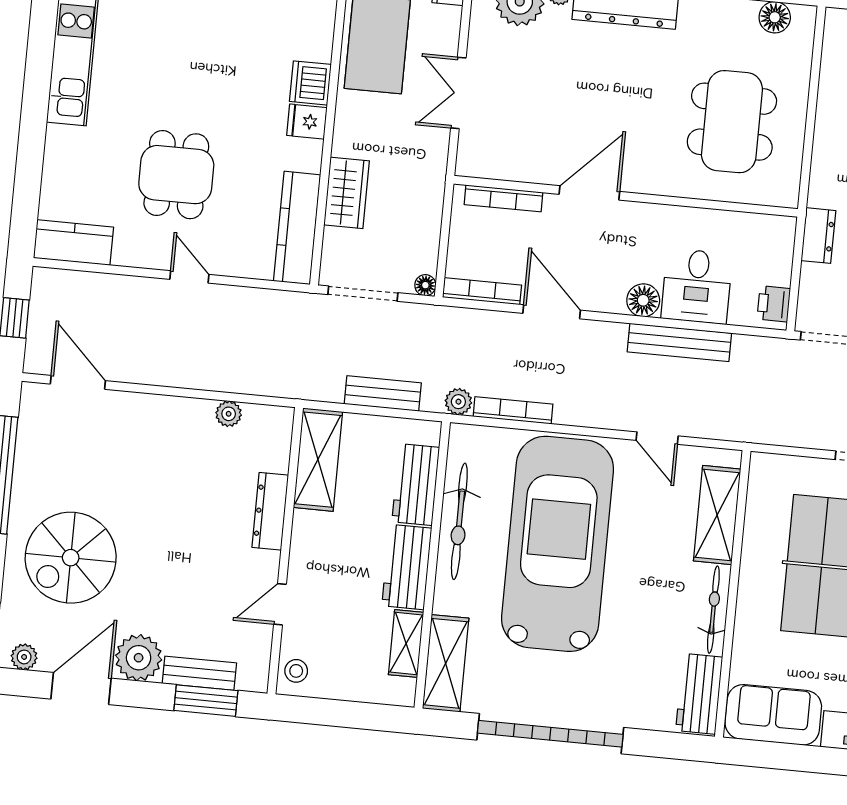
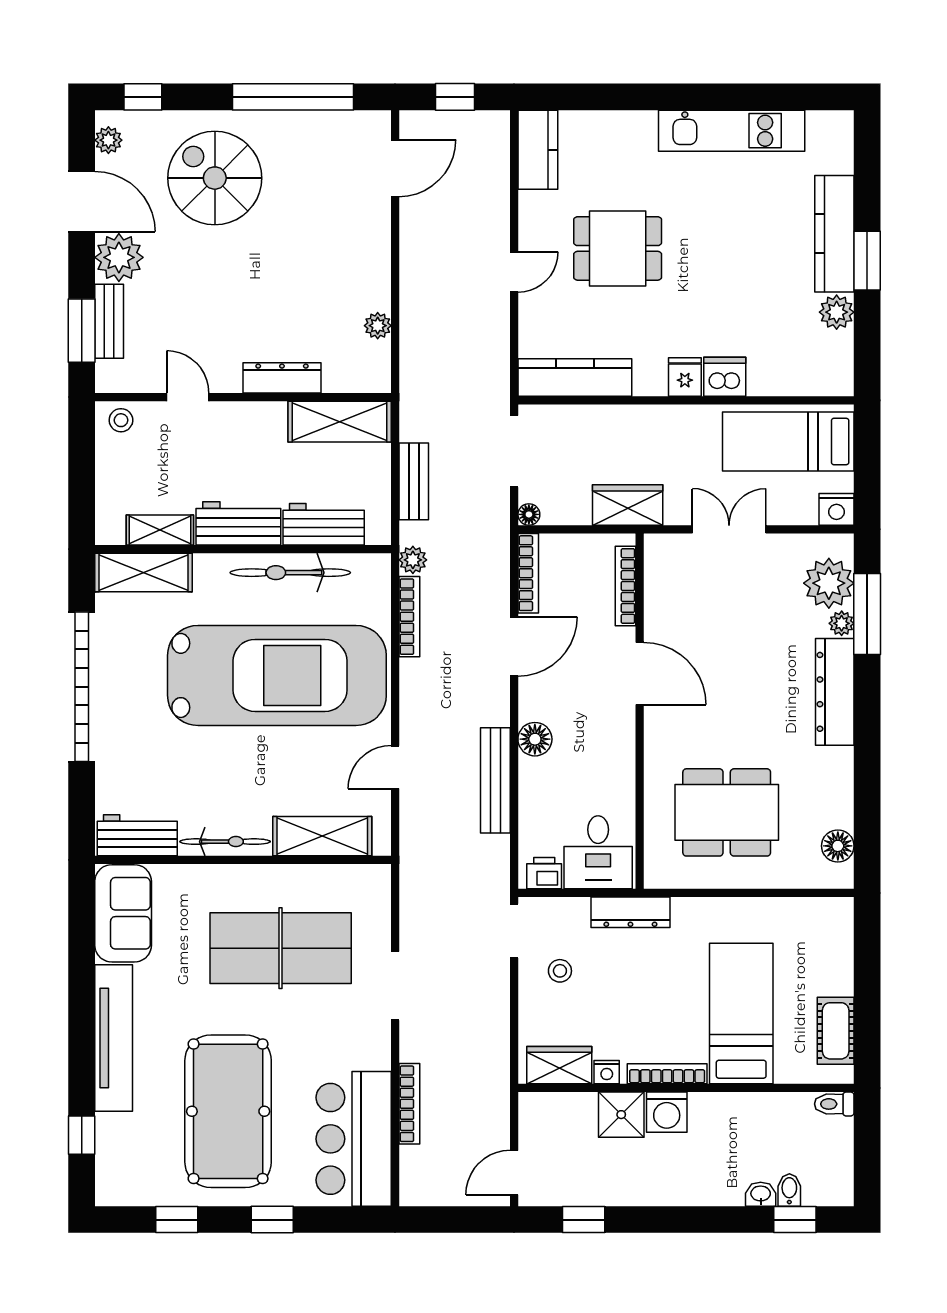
wardrobe: (347, 193) -> (628, 505), moved, turned 180
dresser: (818, 236) -> (630, 912), width x1.44
desk: (697, 286) -> (598, 852), moved, turned -90

